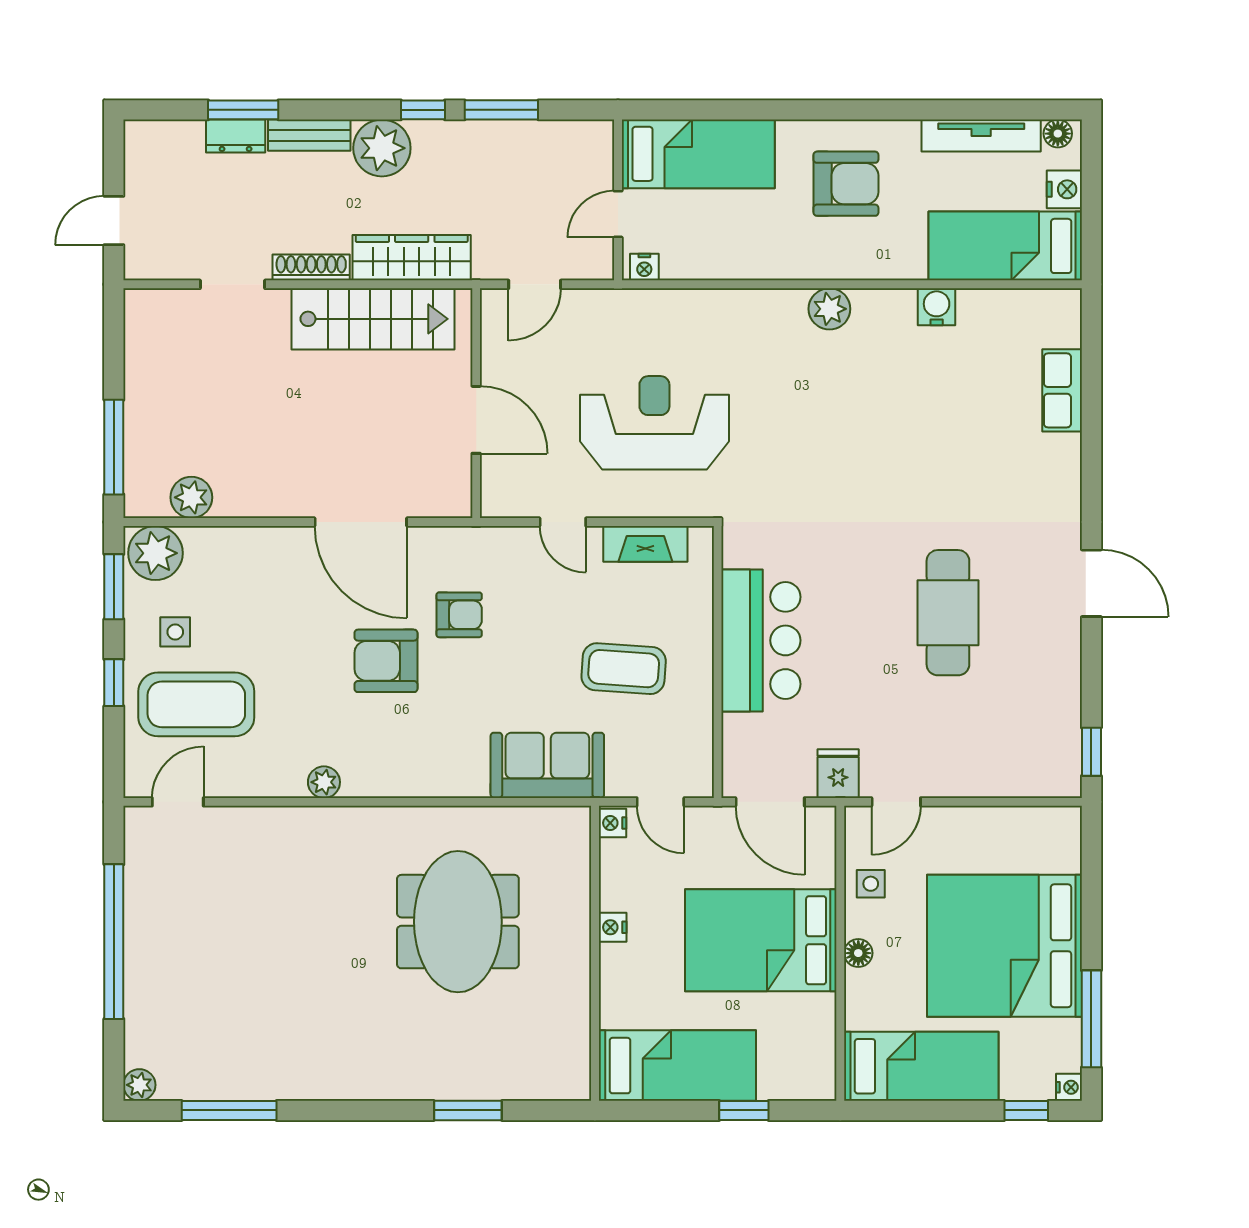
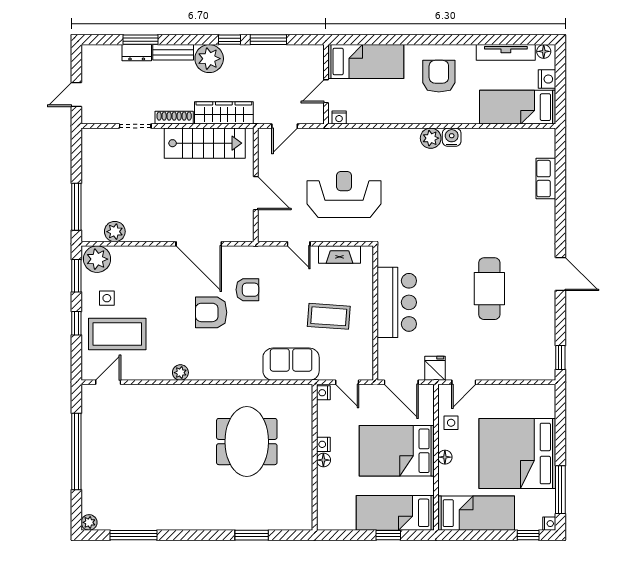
armchair: (846, 184) -> (439, 76), turned -90
water cooler: (937, 307) -> (452, 137), moved
floor lamp: (613, 959) -> (323, 460), added
bed: (677, 1066) -> (395, 513), moved, turned 180

